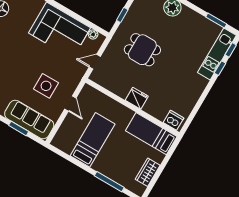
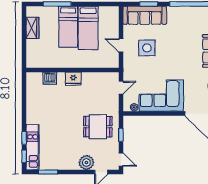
dining table: (142, 50) -> (98, 127), moved
dishwasher: (174, 120) -> (50, 78), moved
bed: (151, 134) -> (68, 27), moved, turned 90

